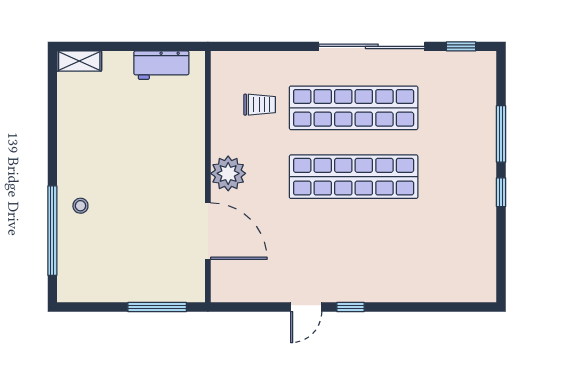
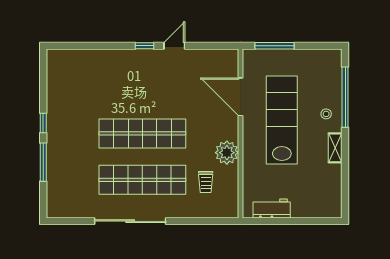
window: (461, 46) -> (70, 221), removed
shelving: (79, 61) -> (335, 148), moved, turned 90
trolley: (260, 105) -> (206, 182), turned -90
plant: (228, 173) -> (227, 153), moved
lab bench: (146, 197) -> (282, 120), added

